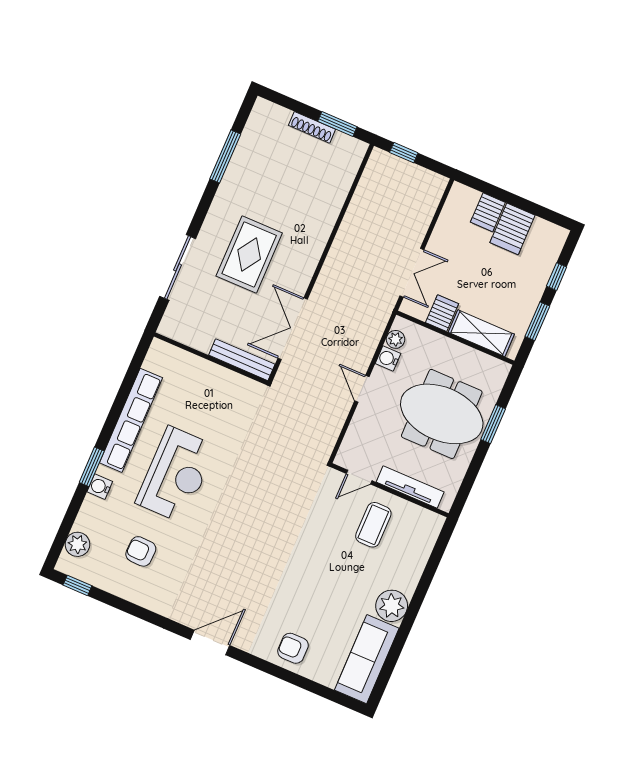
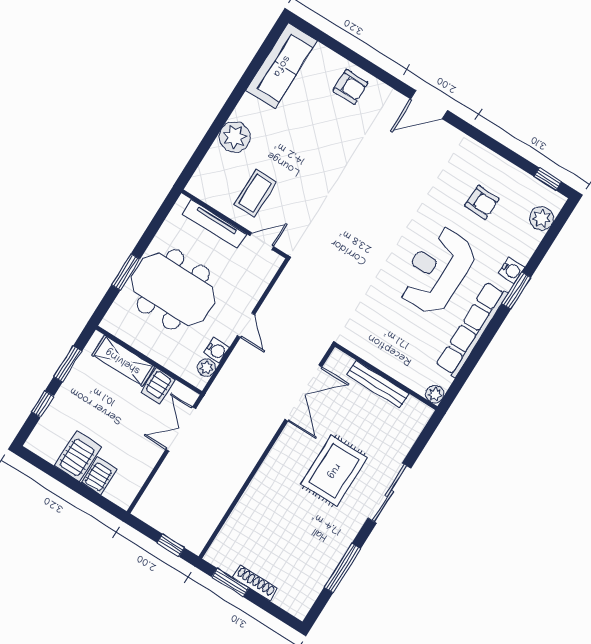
sliding door: (178, 267) -> (389, 493), moved
plant: (159, 348) -> (435, 394), added
bench: (242, 360) -> (378, 384), moved
plant: (392, 606) -> (235, 137), moved

